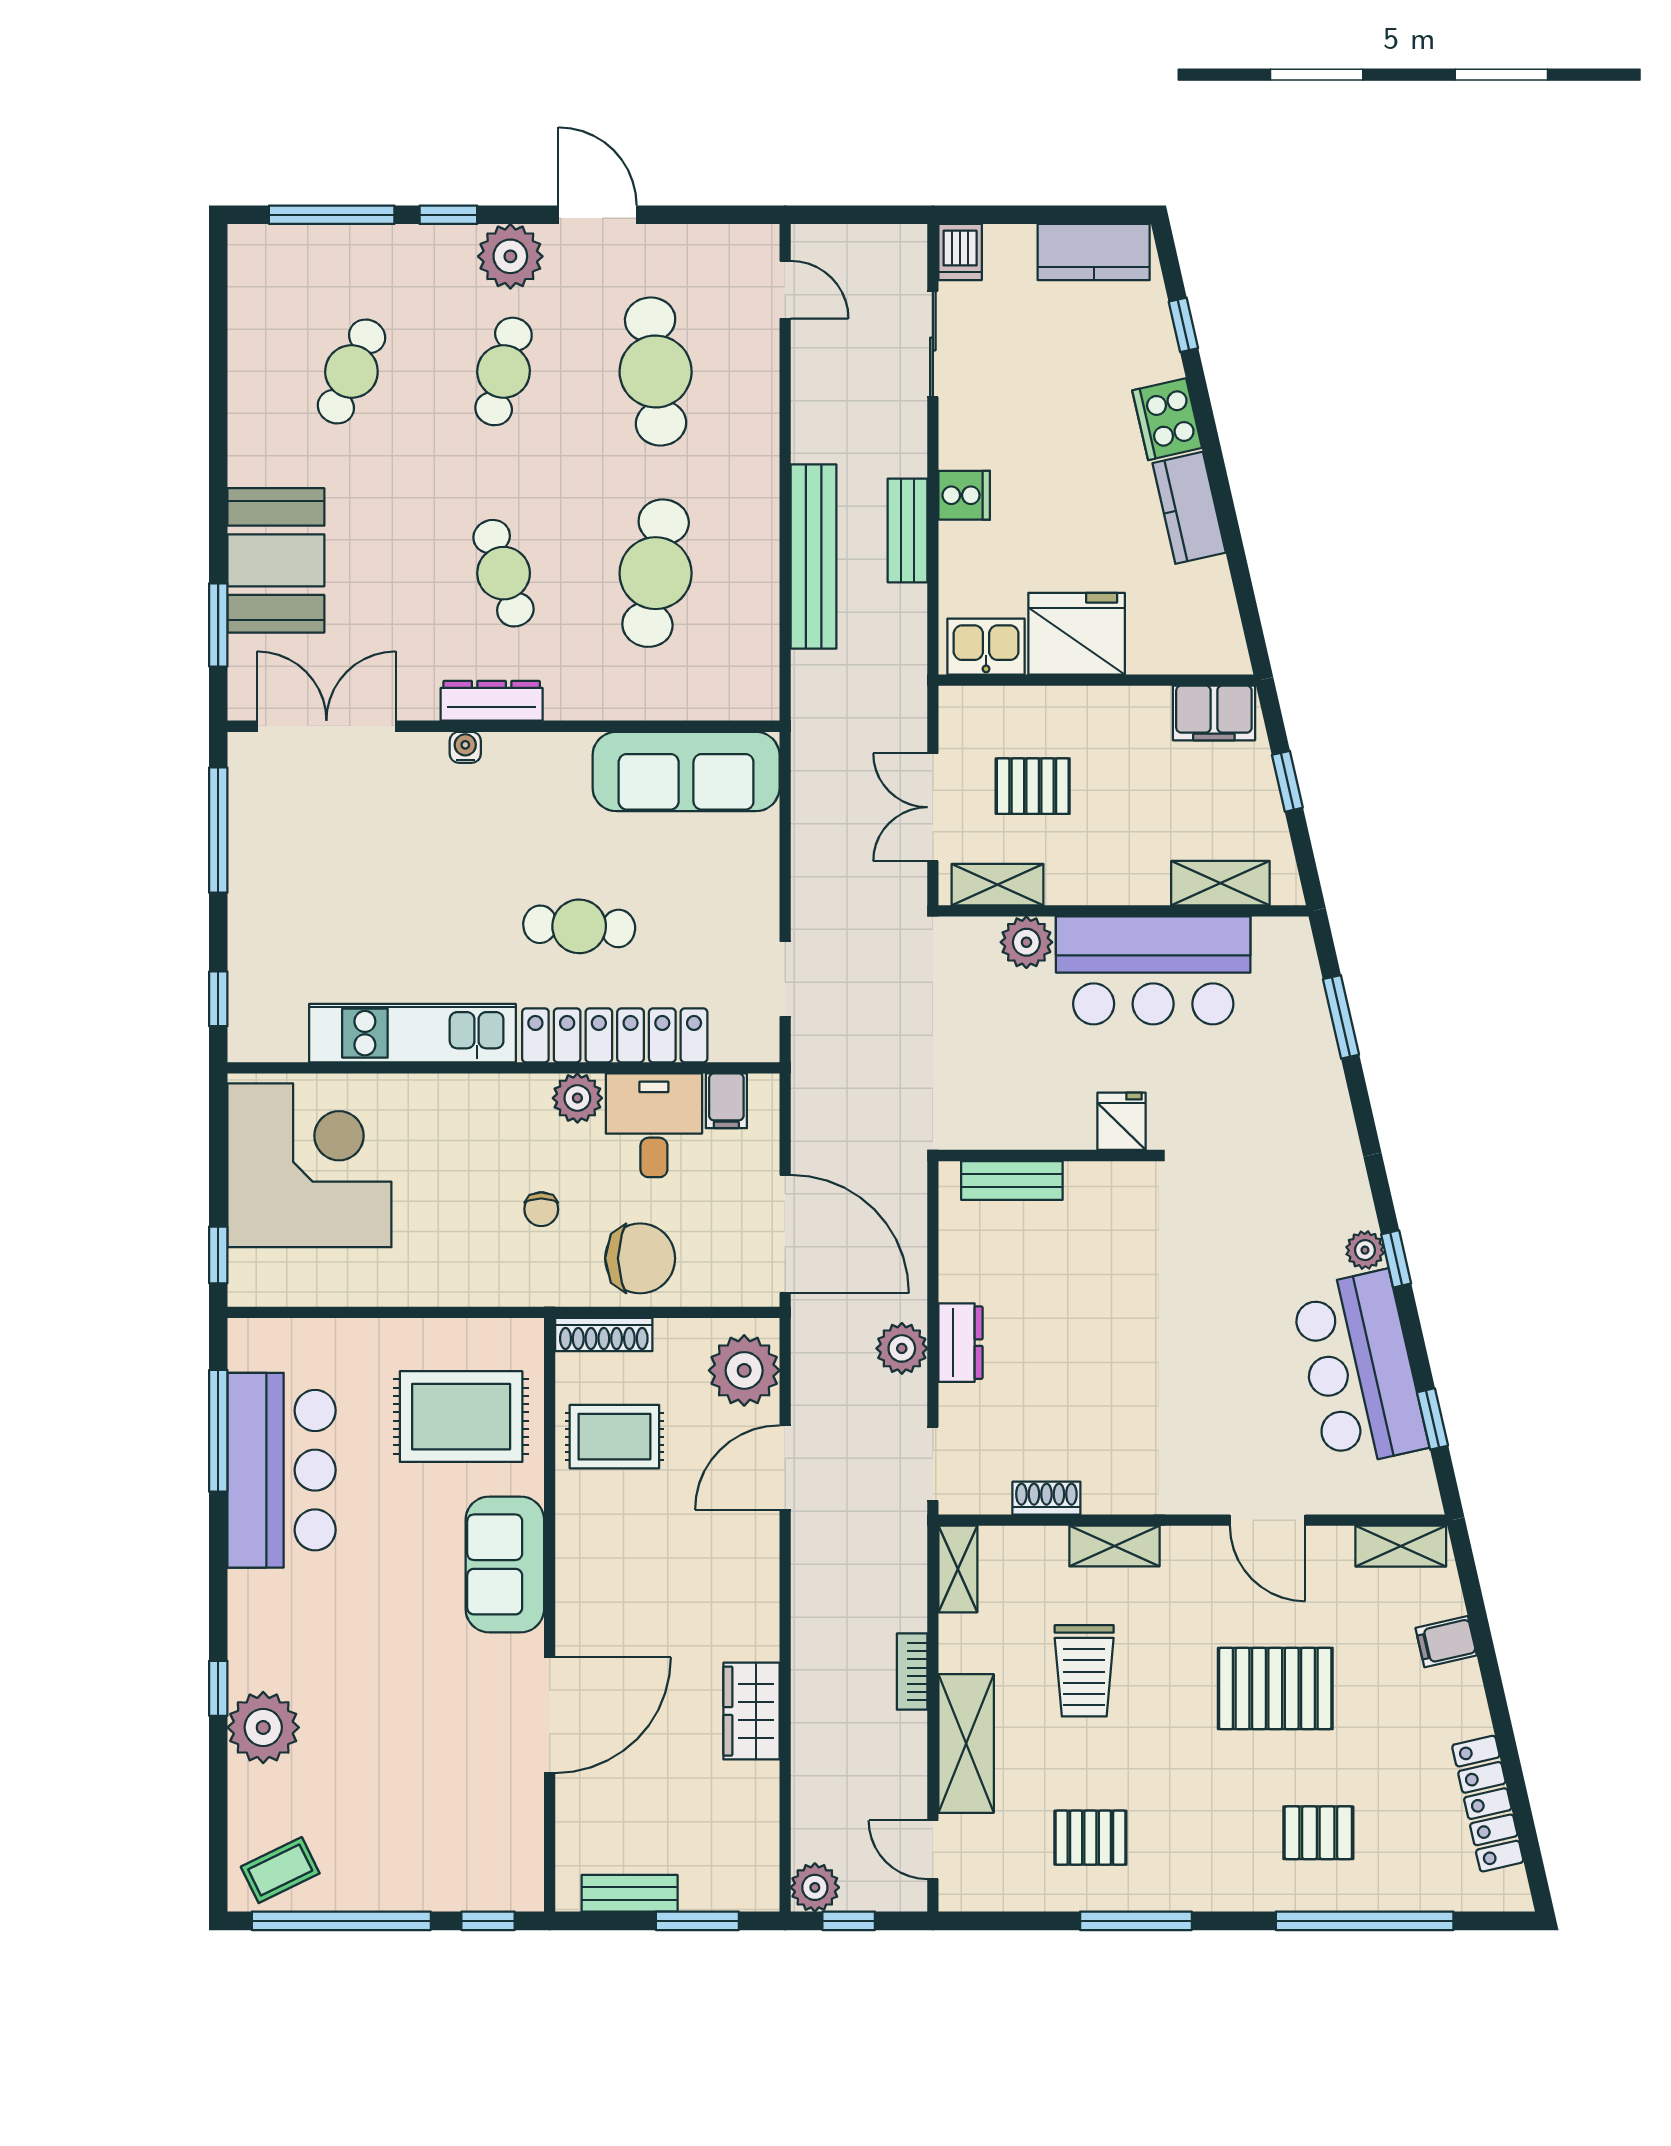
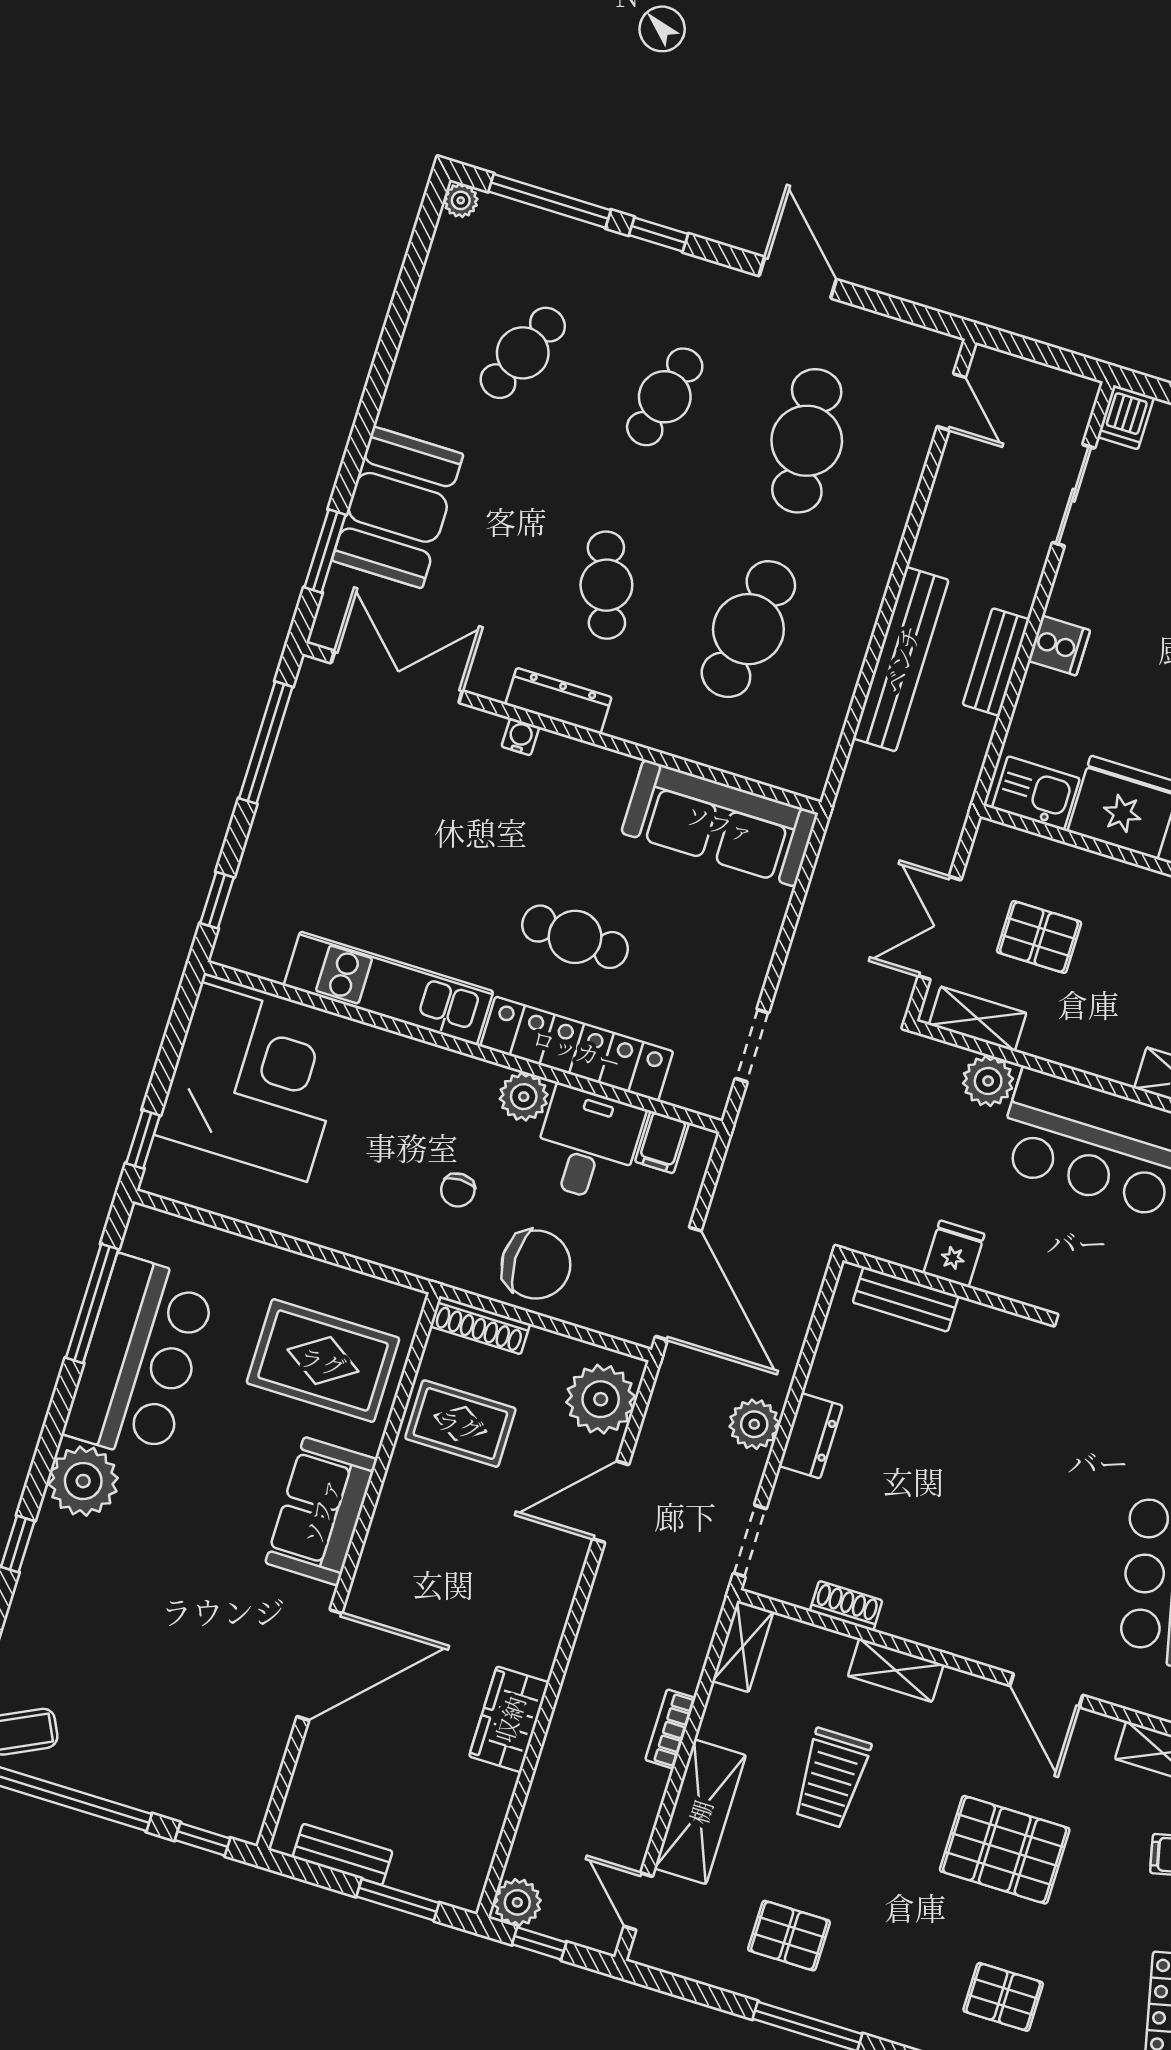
plant: (510, 256) -> (461, 200), moved, width x0.53, depth x0.53
fridge: (1122, 1121) -> (954, 1254), moved
plant: (263, 1727) -> (83, 1481), moved

